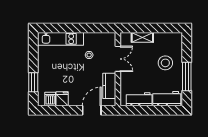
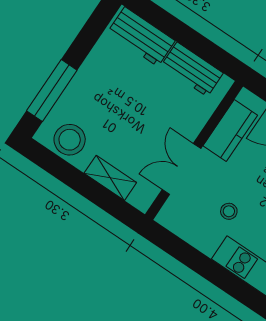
stool: (165, 63) -> (70, 140), moved
window: (187, 77) -> (52, 91), moved

